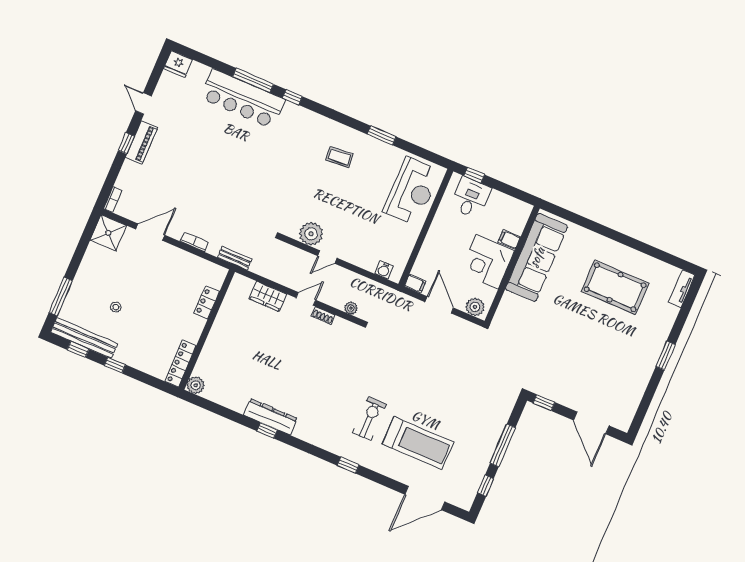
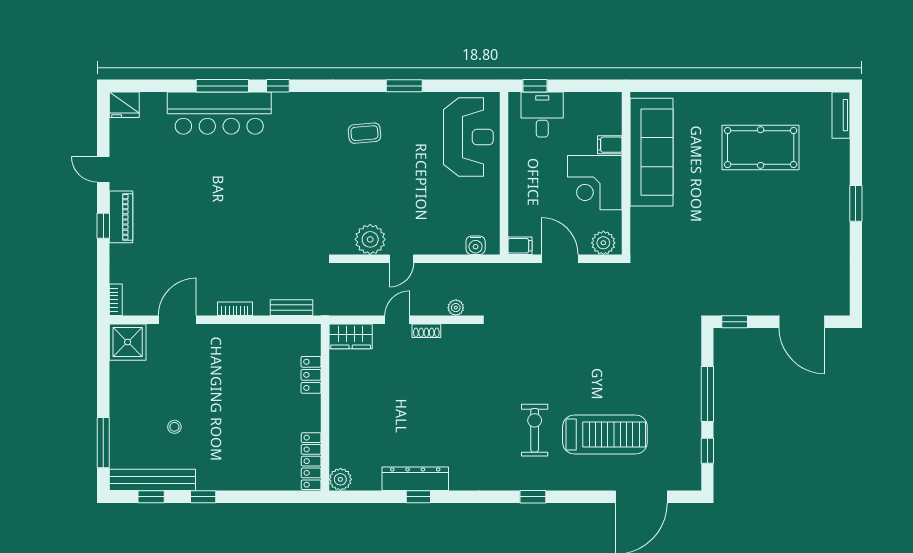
locker: (207, 302) -> (311, 375), moved
wall: (207, 330) -> (325, 407), moved
locker: (181, 364) -> (311, 461), moved
plant: (196, 385) -> (340, 479), moved

